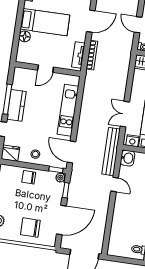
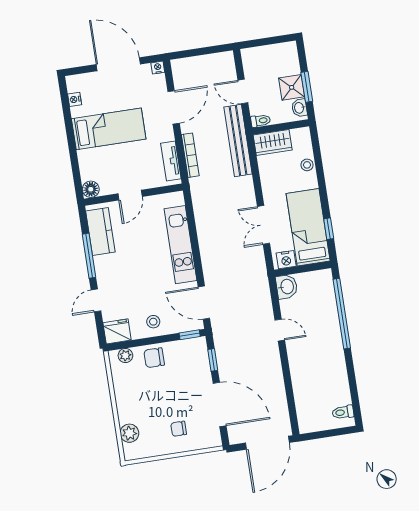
floor lamp: (25, 36) -> (91, 189), moved
kitchen counter: (17, 105) -> (100, 231), moved
bench: (111, 152) -> (238, 141), moved
plant: (60, 178) -> (125, 356), moved
door: (61, 220) -> (220, 404), hinge flipped
chair: (30, 228) -> (179, 429), width x0.54, depth x0.54

